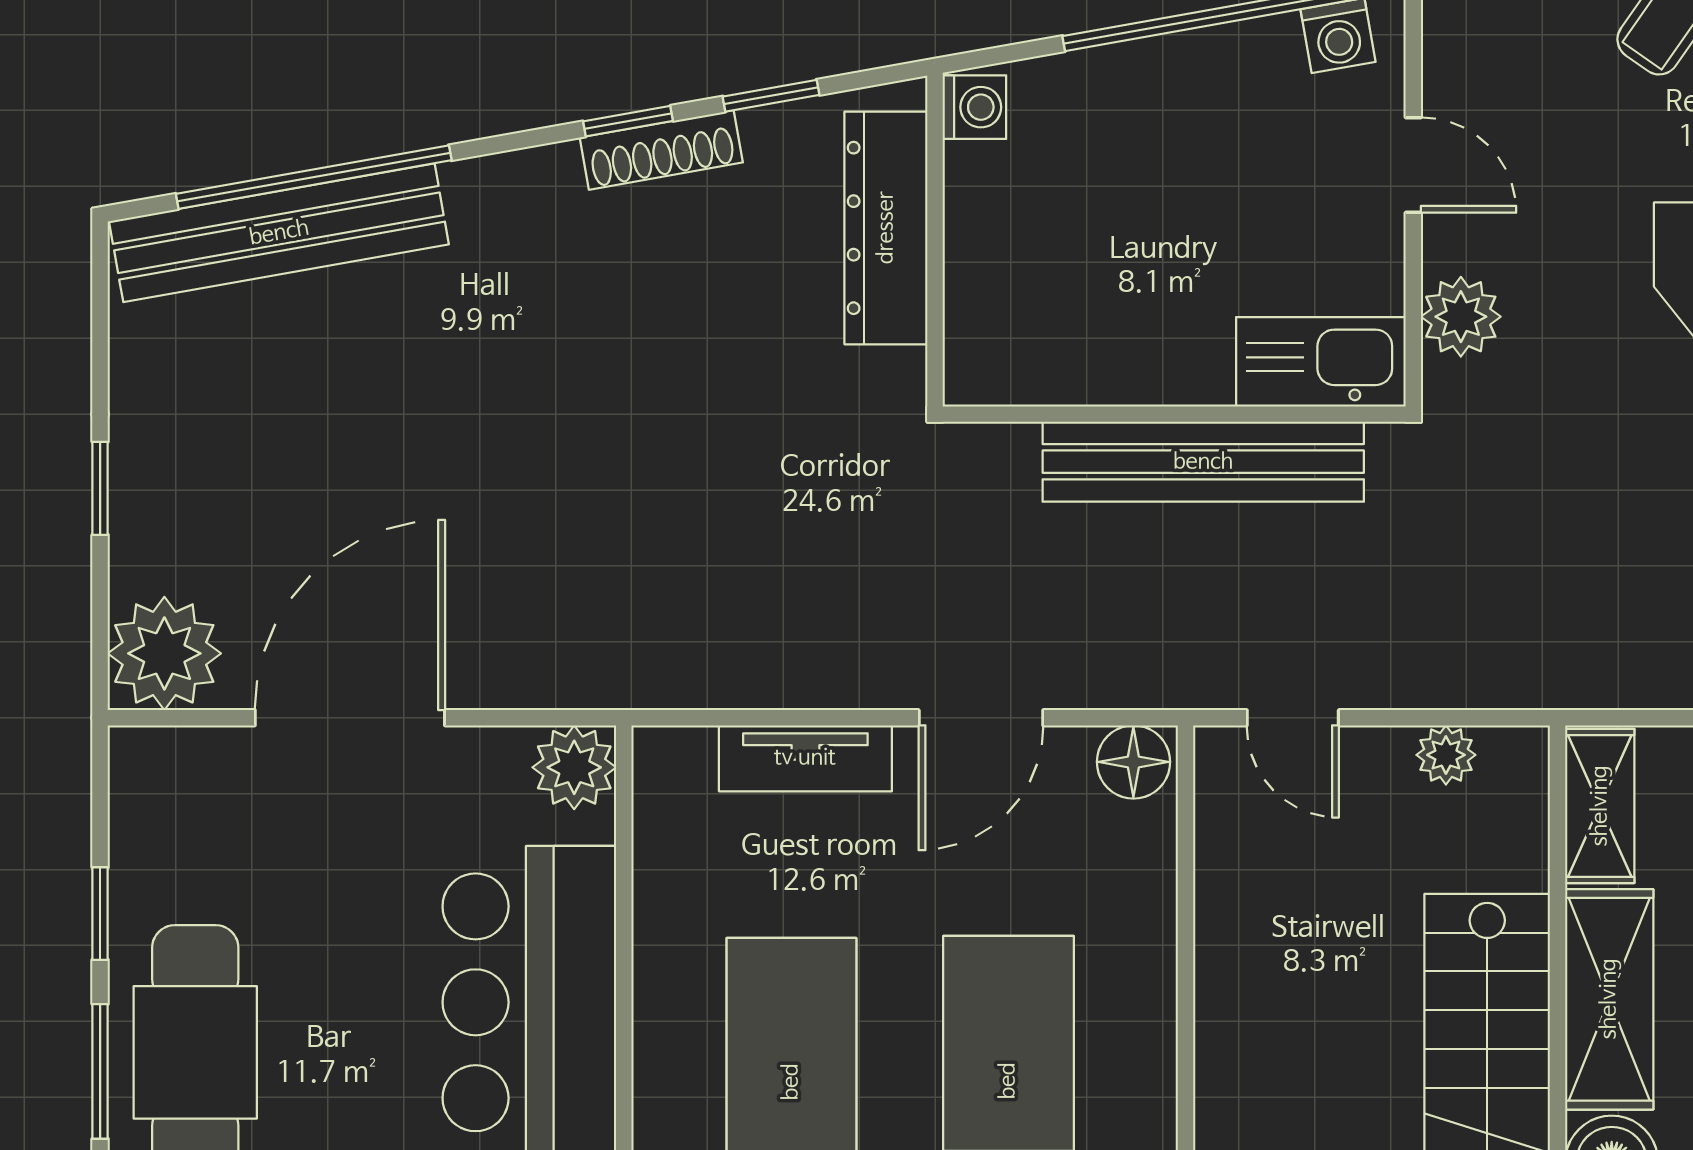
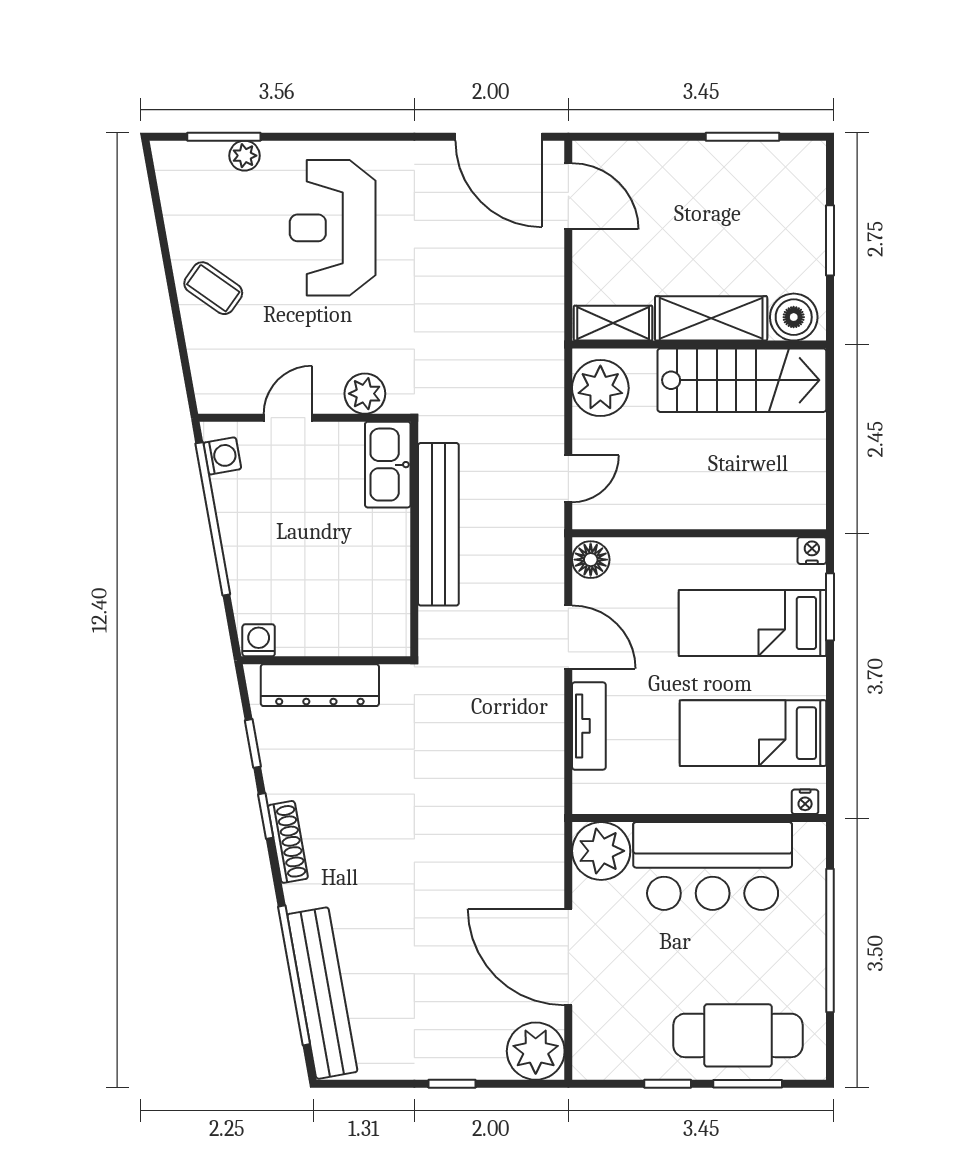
shoe rack: (661, 150) -> (288, 842), moved
plant: (1446, 755) -> (600, 388), width x1.87, depth x1.87
plant: (574, 767) -> (601, 851), width x1.36, depth x1.36

